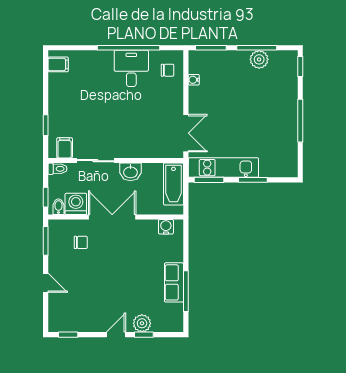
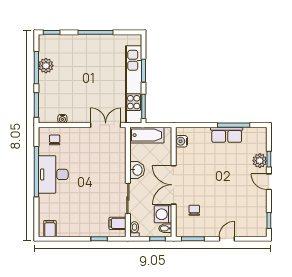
desk: (131, 68) -> (53, 174), width x1.37
kitchen unit: (223, 168) -> (134, 84), width x1.36

